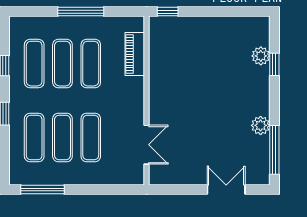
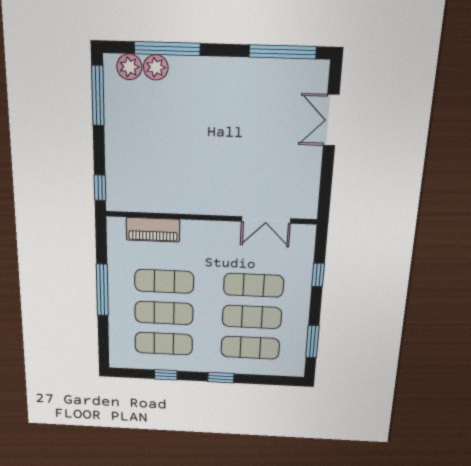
window: (239, 12) -> (98, 96), added
window: (274, 64) -> (167, 49), width x2.17
plant: (261, 125) -> (129, 67), moved
double door: (146, 145) -> (266, 220), swing flipped
window: (42, 190) -> (312, 342), width x0.69
window: (102, 190) -> (318, 275), added

